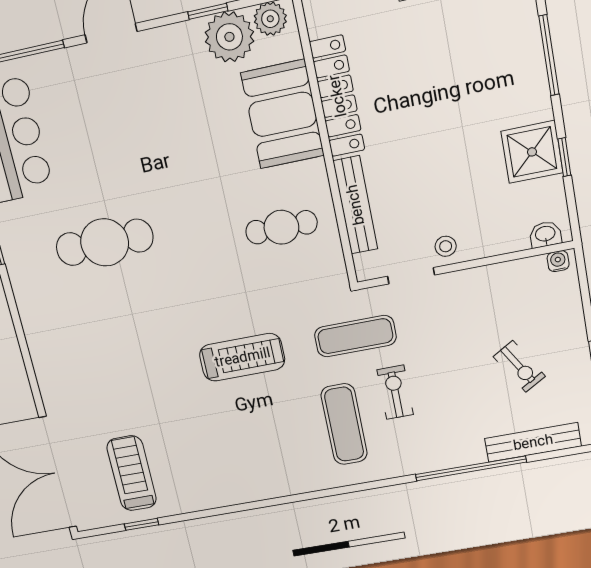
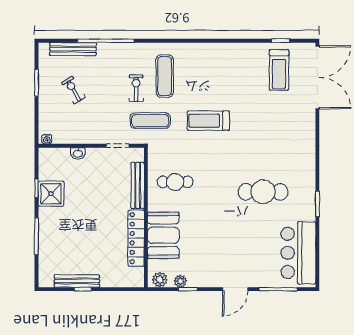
plant: (229, 37) -> (180, 281), width x0.53, depth x0.53
washbasin: (545, 234) -> (78, 153), moved
stool: (446, 246) -> (99, 157), removed
exercise bike: (395, 392) -> (136, 88), turned 180

